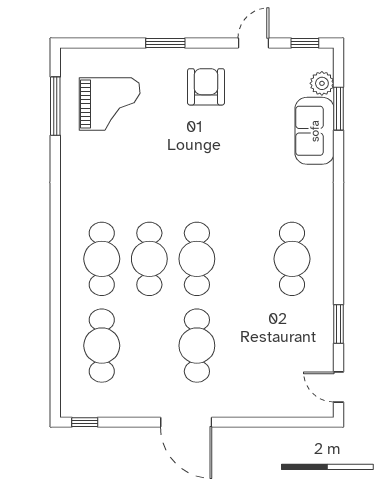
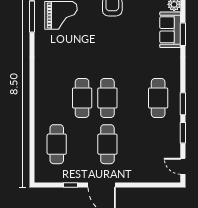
window: (339, 109) -> (183, 34), moved
cafe table: (102, 259) -> (57, 98), removed
window: (339, 270) -> (183, 104), added
window: (85, 422) -> (70, 185), moved

